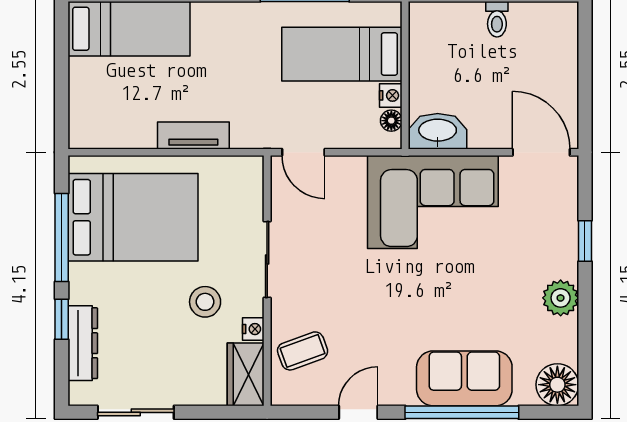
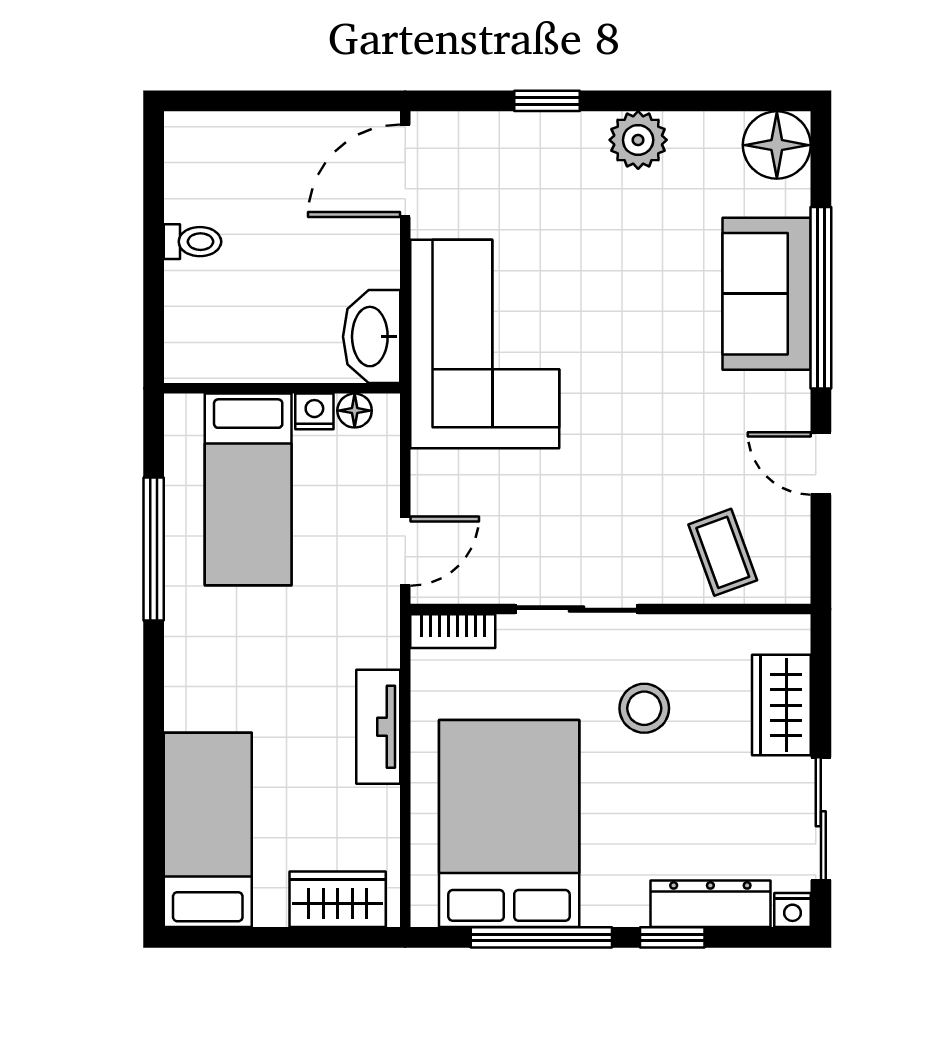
wardrobe: (86, 110) -> (338, 899), added
bookcase: (253, 182) -> (453, 631), added
nightstand: (253, 329) -> (792, 910), moved, turned 180
wardrobe: (246, 374) -> (781, 705), moved, turned 90

